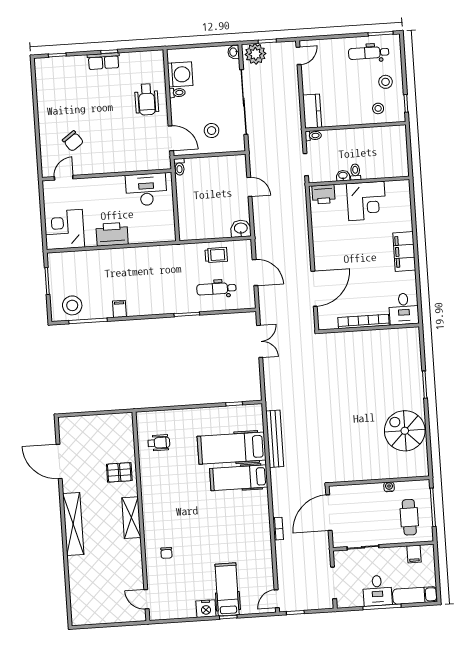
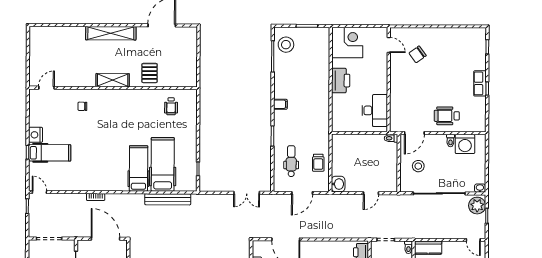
filing cabinet: (119, 309) -> (280, 104), moved

